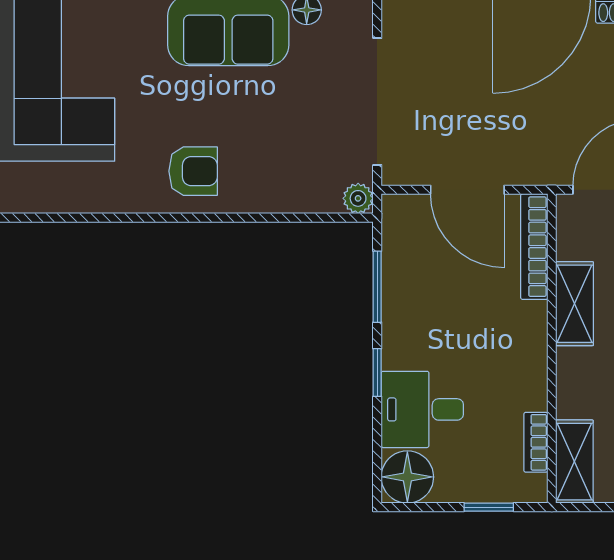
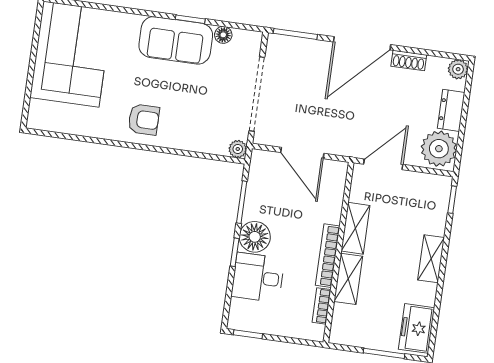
bookcase: (534, 247) -> (328, 256), moved
shelving: (574, 462) -> (348, 279), moved
floor lamp: (407, 477) -> (255, 237), moved
window: (489, 507) -> (248, 334), moved

